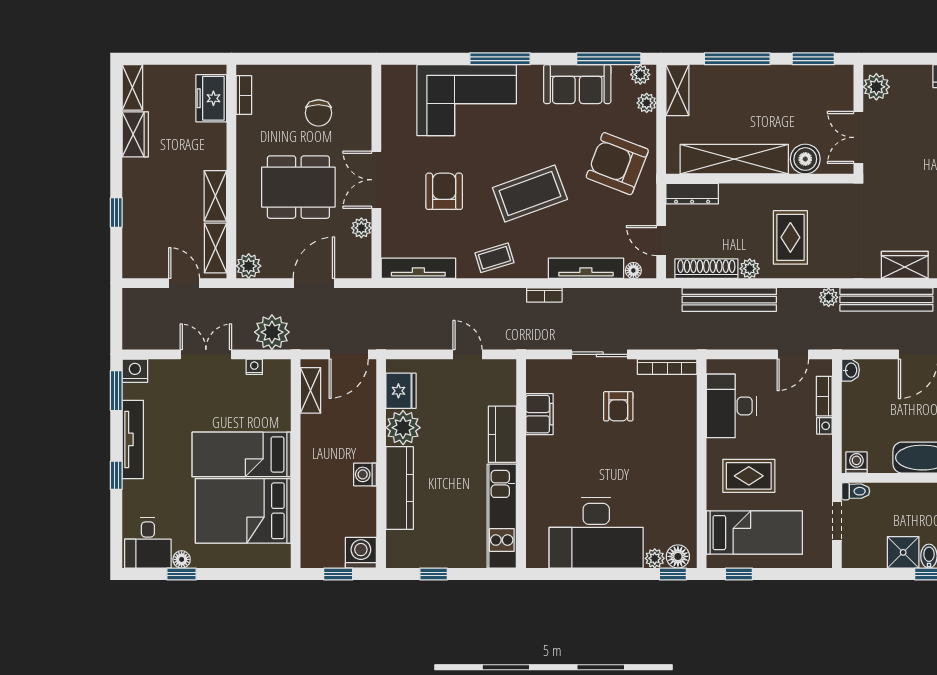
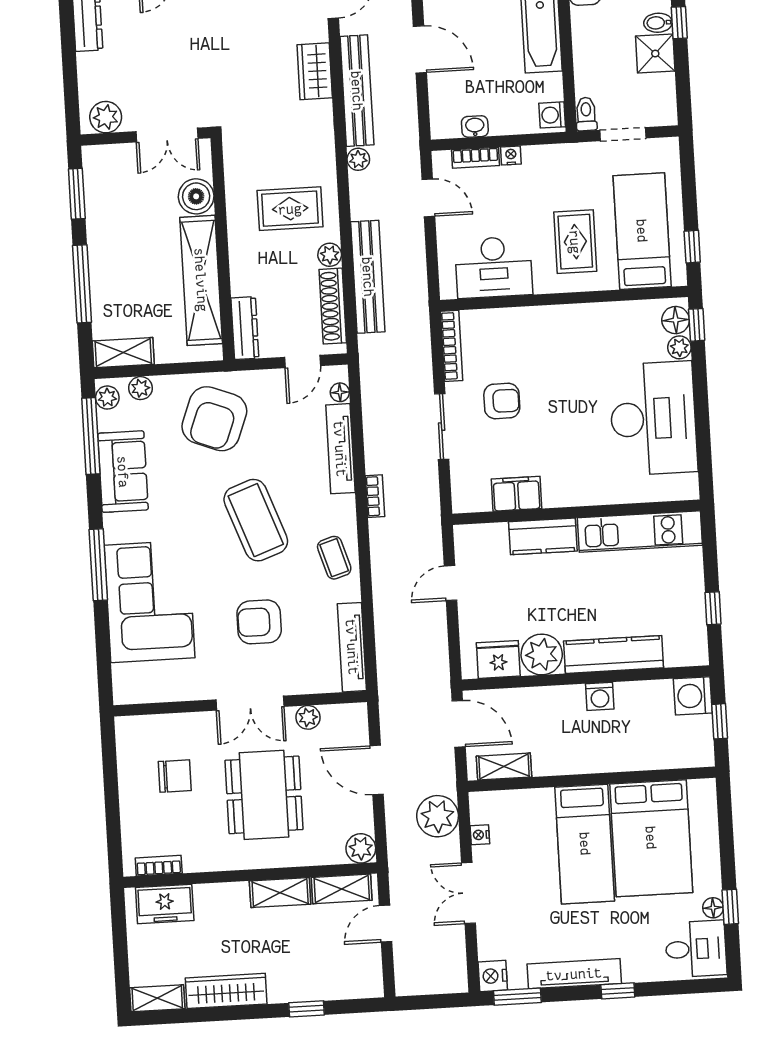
wardrobe: (135, 134) -> (226, 991), width x1.50
washbasin: (851, 370) -> (475, 126), moved

